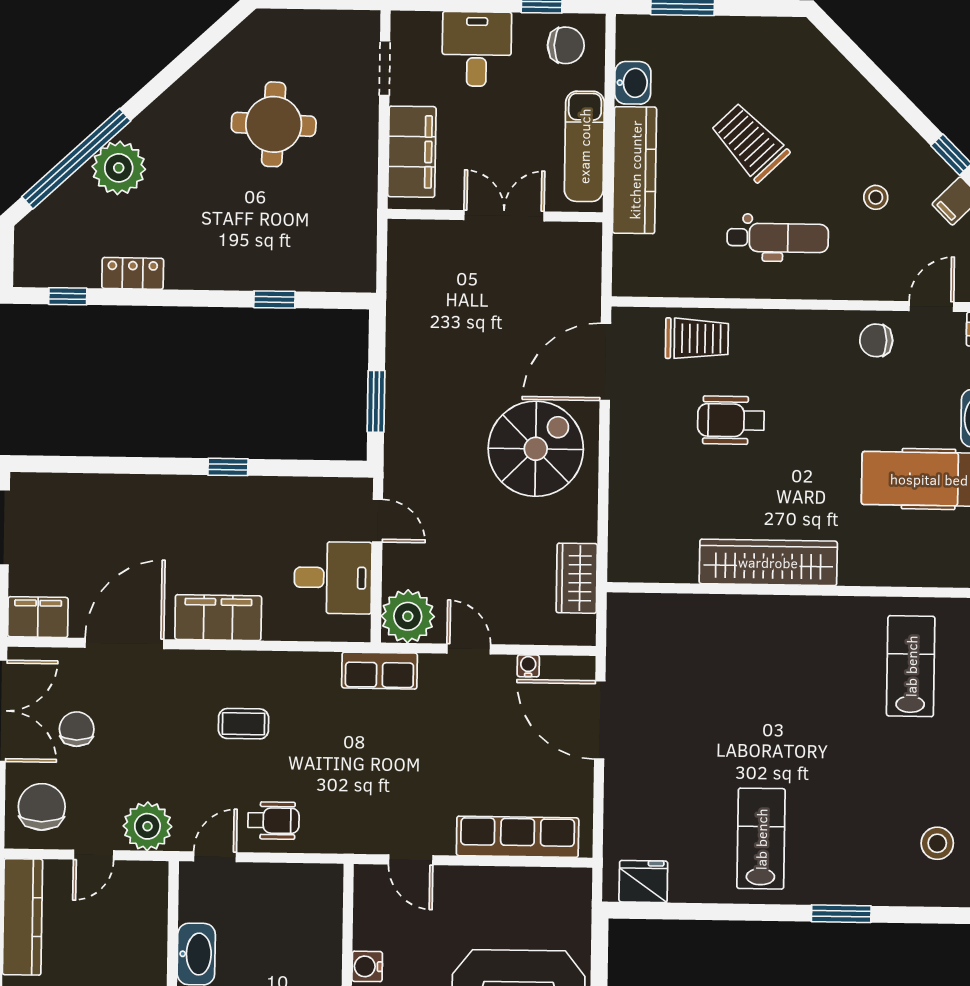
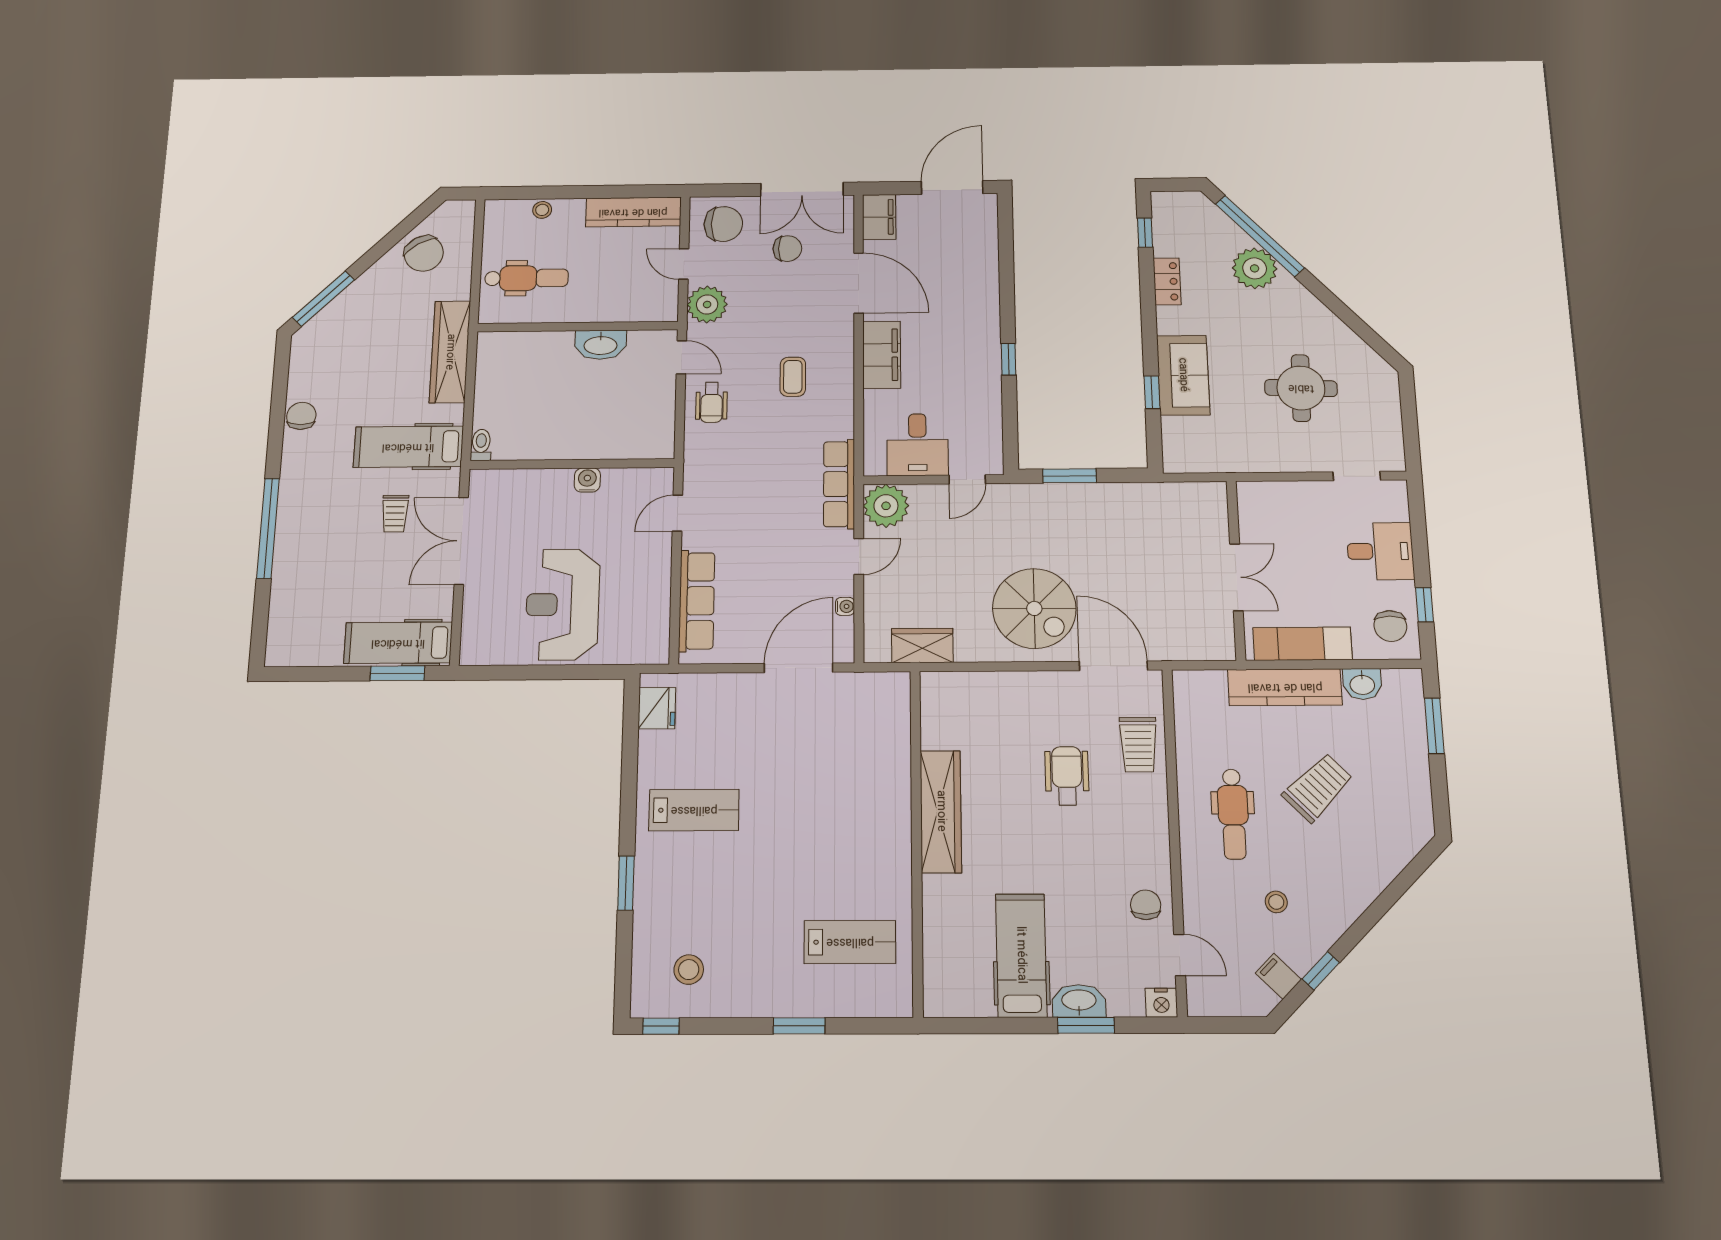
filing cabinet: (412, 152) -> (1286, 500), removed
sofa: (254, 262) -> (1183, 375), added
row of seats: (380, 671) -> (839, 484), width x1.48

